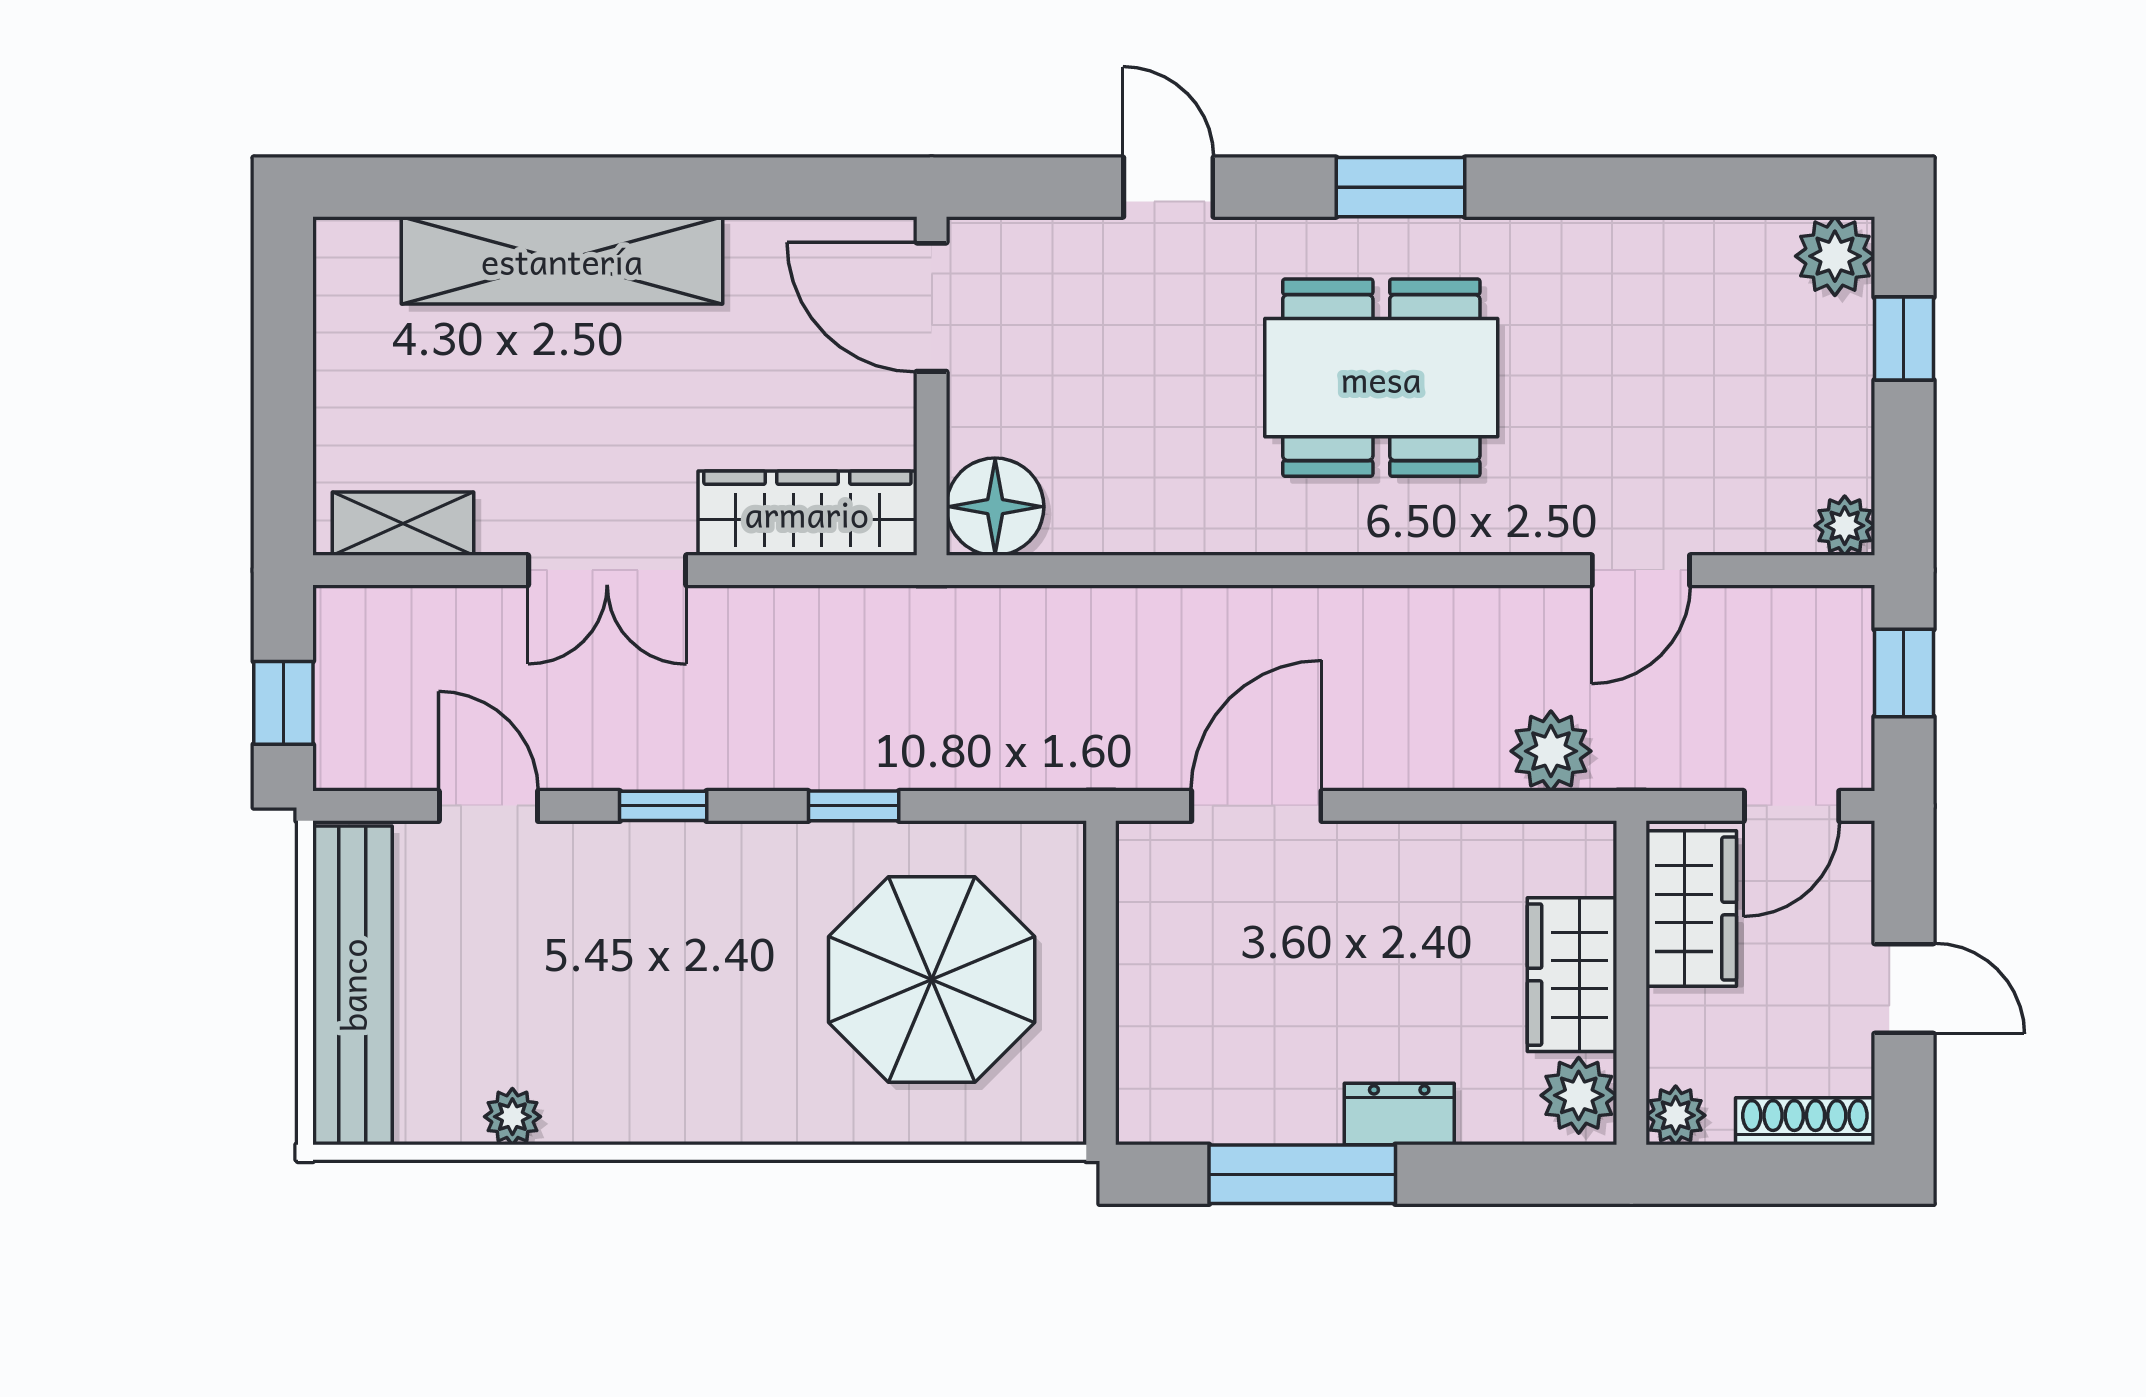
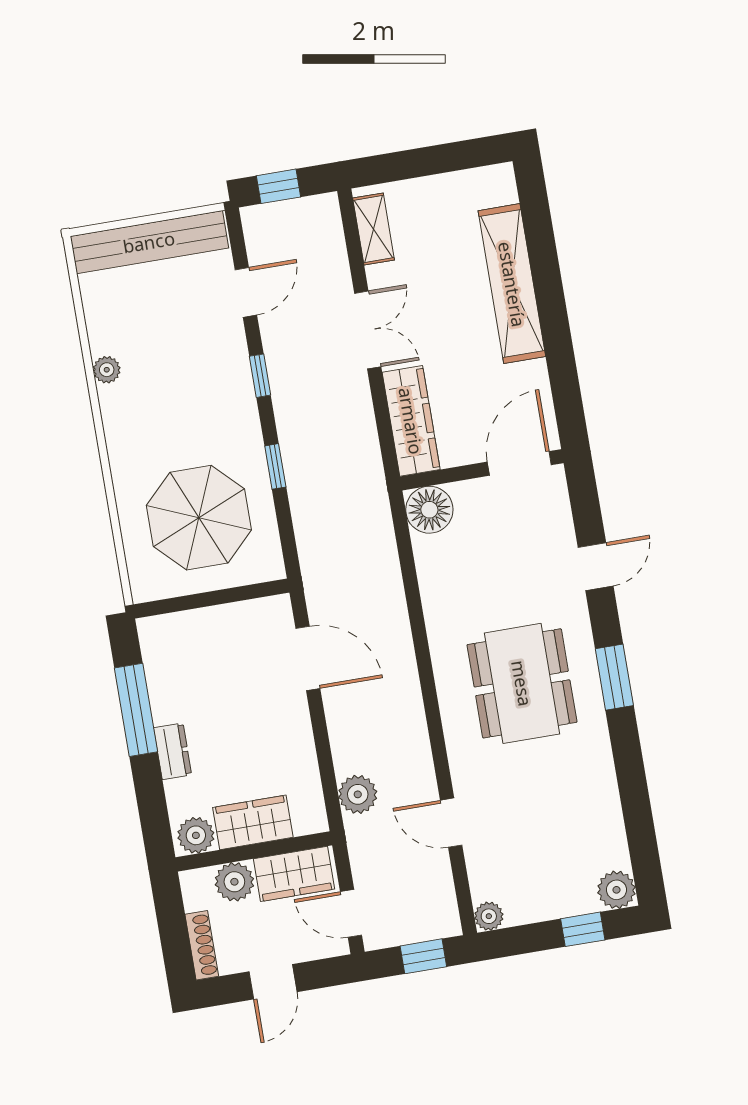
double door: (607, 570) -> (368, 330), swing flipped
plant: (1676, 1115) -> (234, 882), moved, width x1.38, depth x1.38
plant: (512, 1117) -> (107, 370), moved

